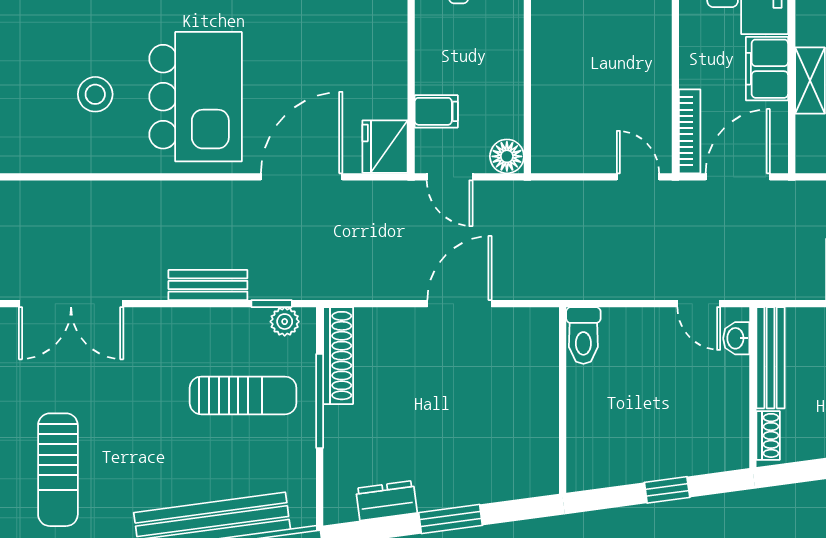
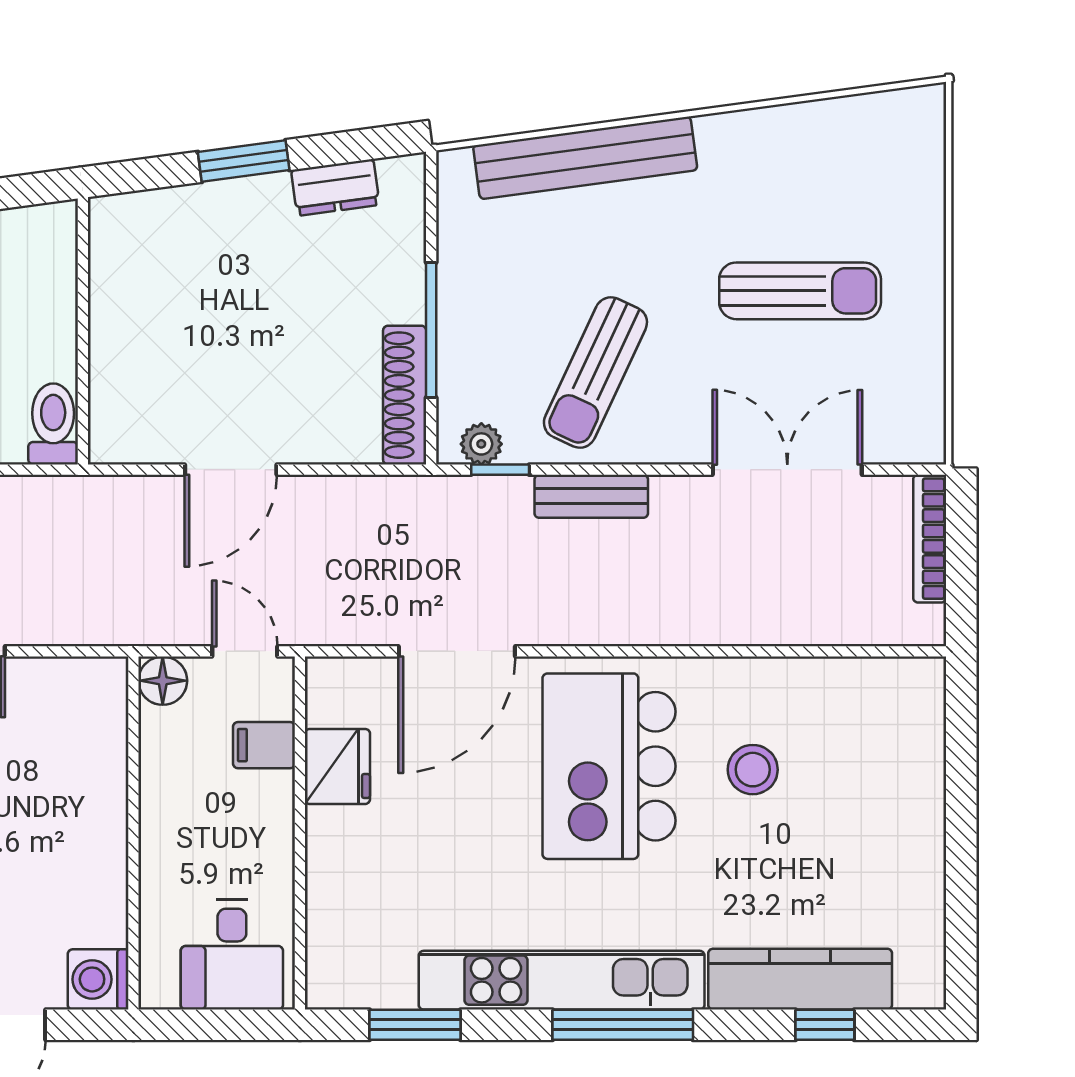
fridge: (385, 147) -> (337, 766), moved
sun lounger: (243, 395) -> (595, 373), moved, turned -65
sun lounger: (58, 470) -> (800, 291), moved, turned 90

